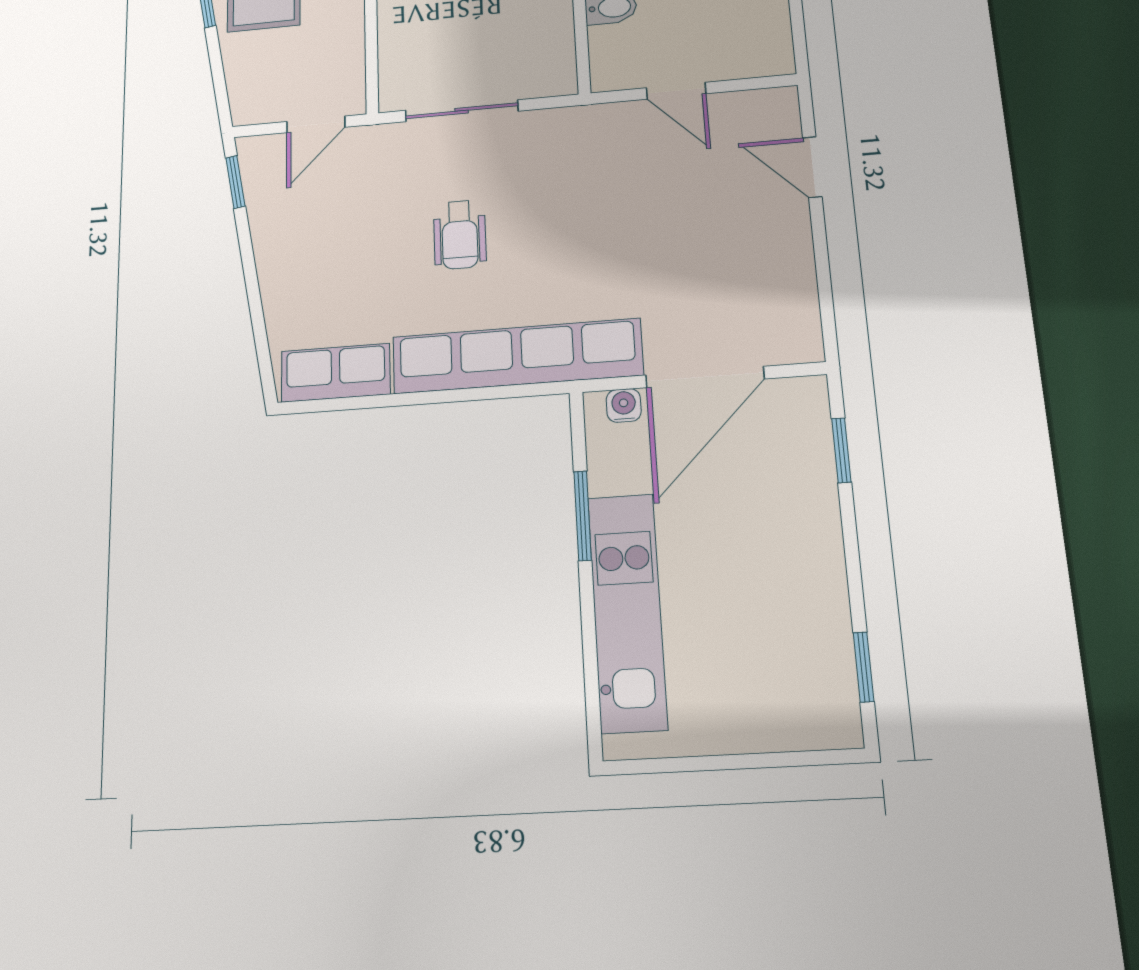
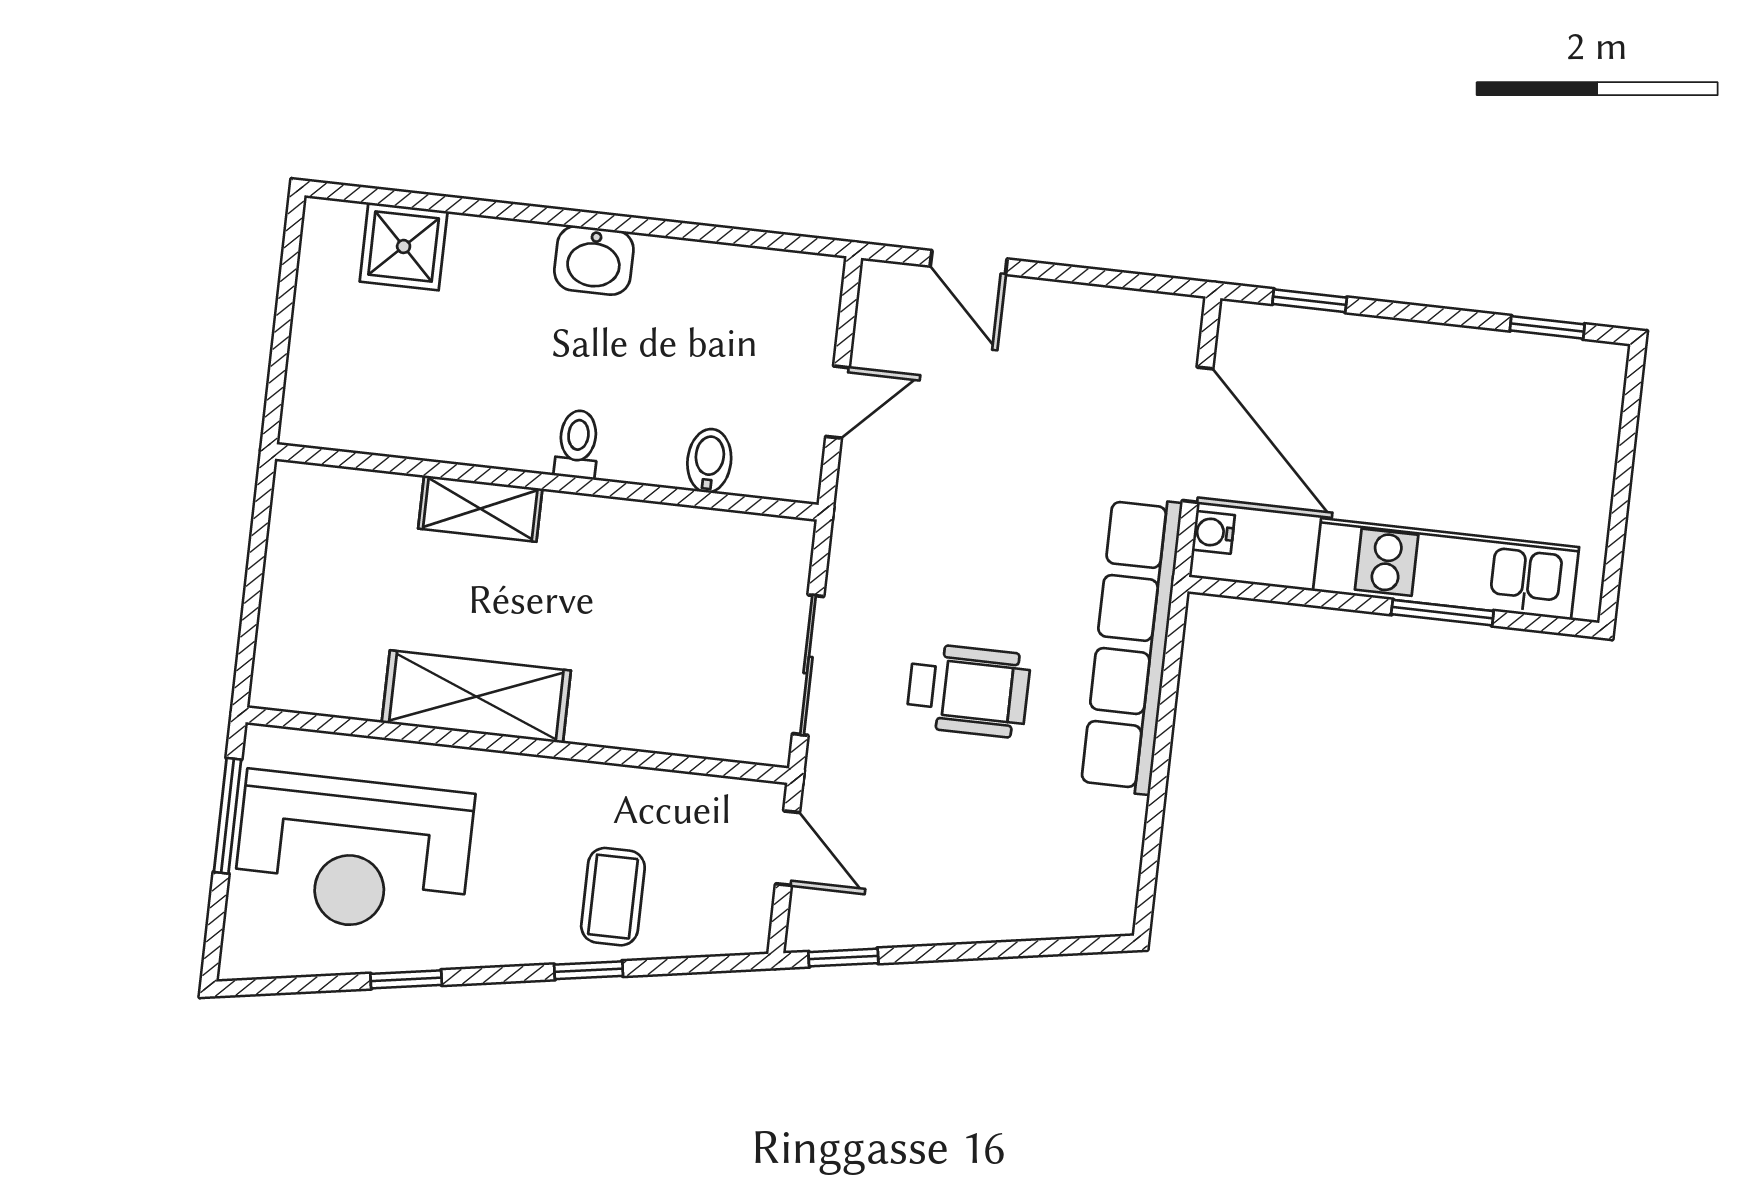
door: (812, 167) -> (969, 263), hinge flipped
wheelchair: (460, 235) -> (968, 690), width x1.36, depth x1.37
row of seats: (336, 373) -> (1111, 862), removed
window: (583, 516) -> (1442, 613), moved

